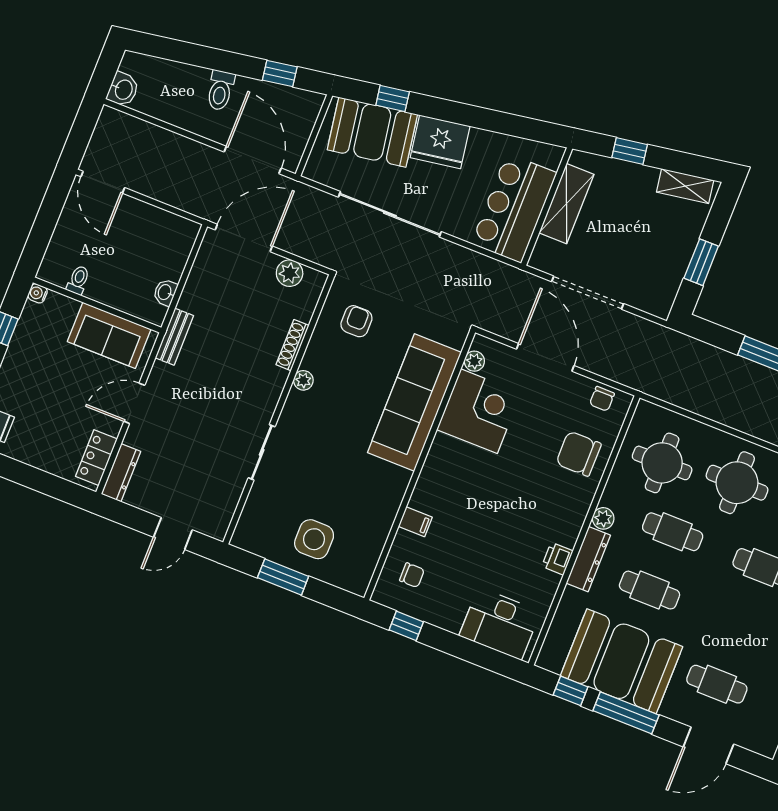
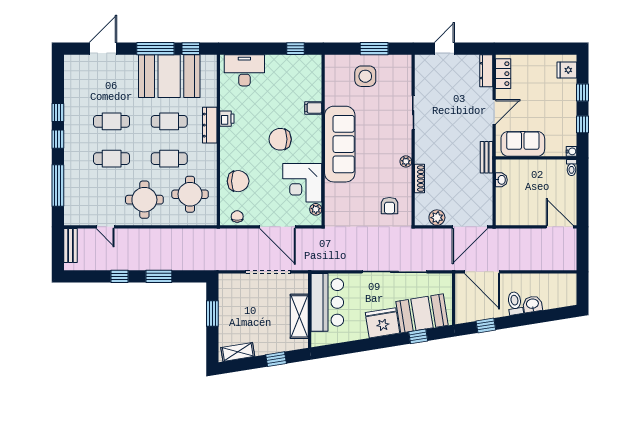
washbasin: (123, 89) -> (533, 304), moved, turned 81
toilet: (78, 280) -> (572, 168), moved
sofa: (414, 402) -> (340, 144), moved
plant: (603, 518) -> (210, 151), removed
chair: (412, 575) -> (280, 139), moved, width x1.87, depth x1.87
cafe table: (717, 684) -> (112, 121), moved

